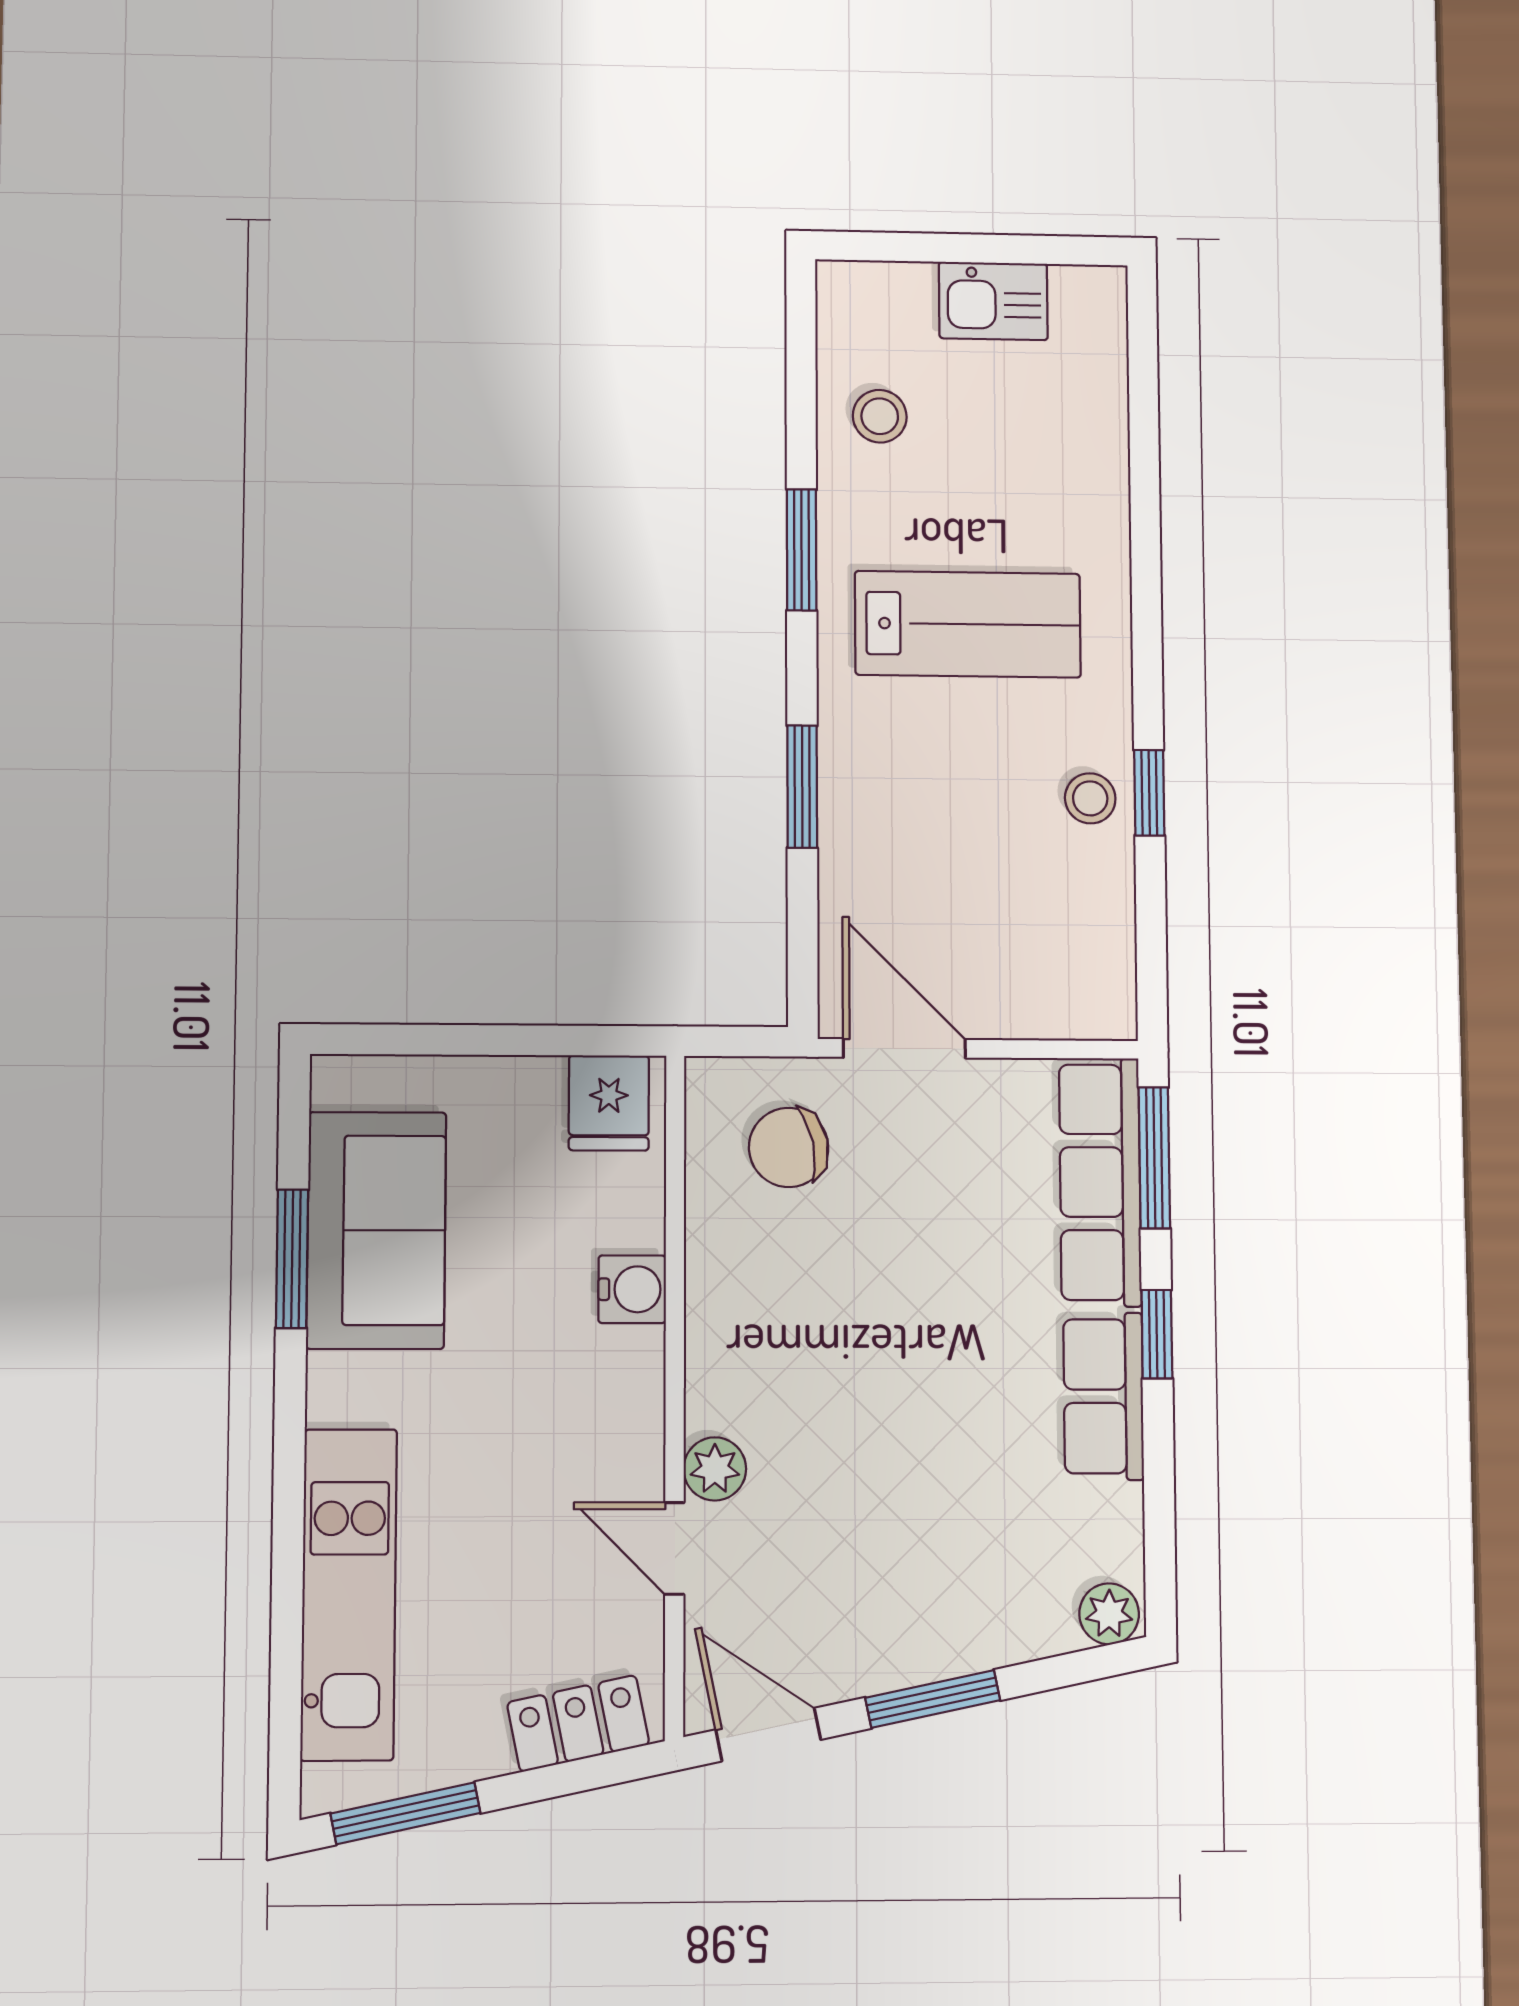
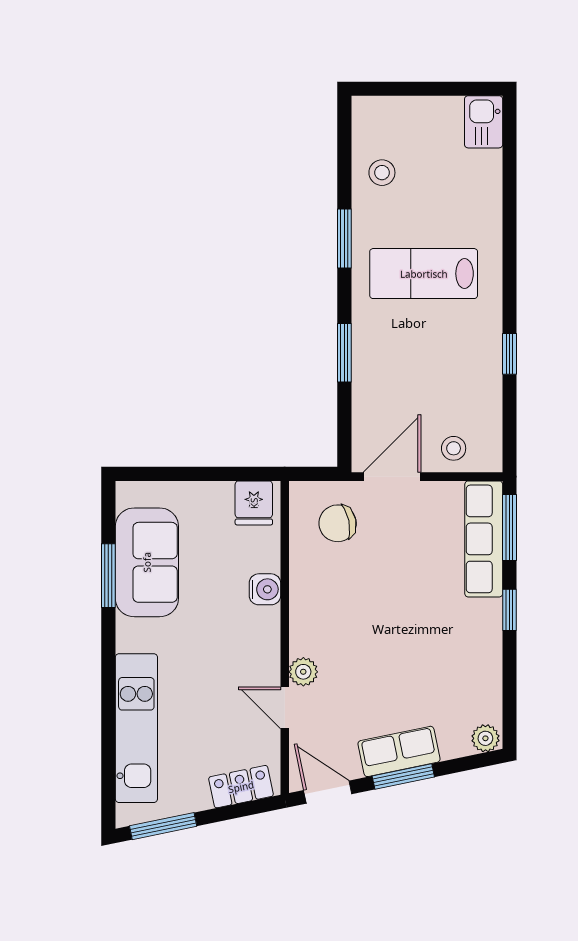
kitchen sink: (993, 301) -> (484, 122), moved, turned 90
lab bench: (968, 624) -> (424, 274), turned 180
stool: (1090, 798) -> (454, 448), moved
door: (904, 1048) -> (392, 477), hinge flipped
row of seats: (1104, 1396) -> (399, 751), moved, turned 78

